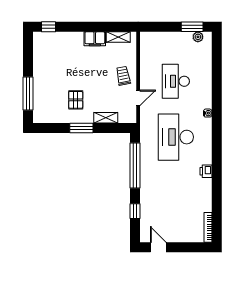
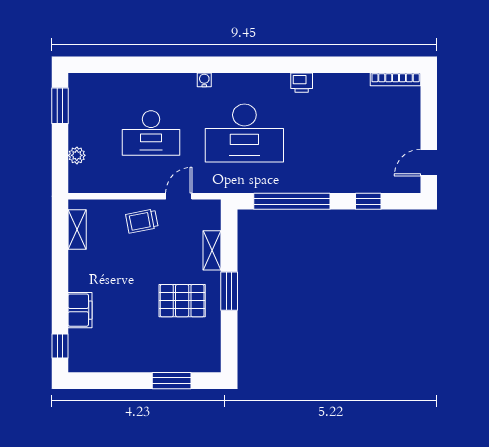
plant: (198, 37) -> (77, 155), moved
filing cabinet: (95, 39) -> (80, 310), moved
window: (28, 94) -> (172, 381), width x0.69
door: (138, 98) -> (179, 196), hinge flipped
pallet: (76, 100) -> (182, 301), width x1.50, depth x1.42

